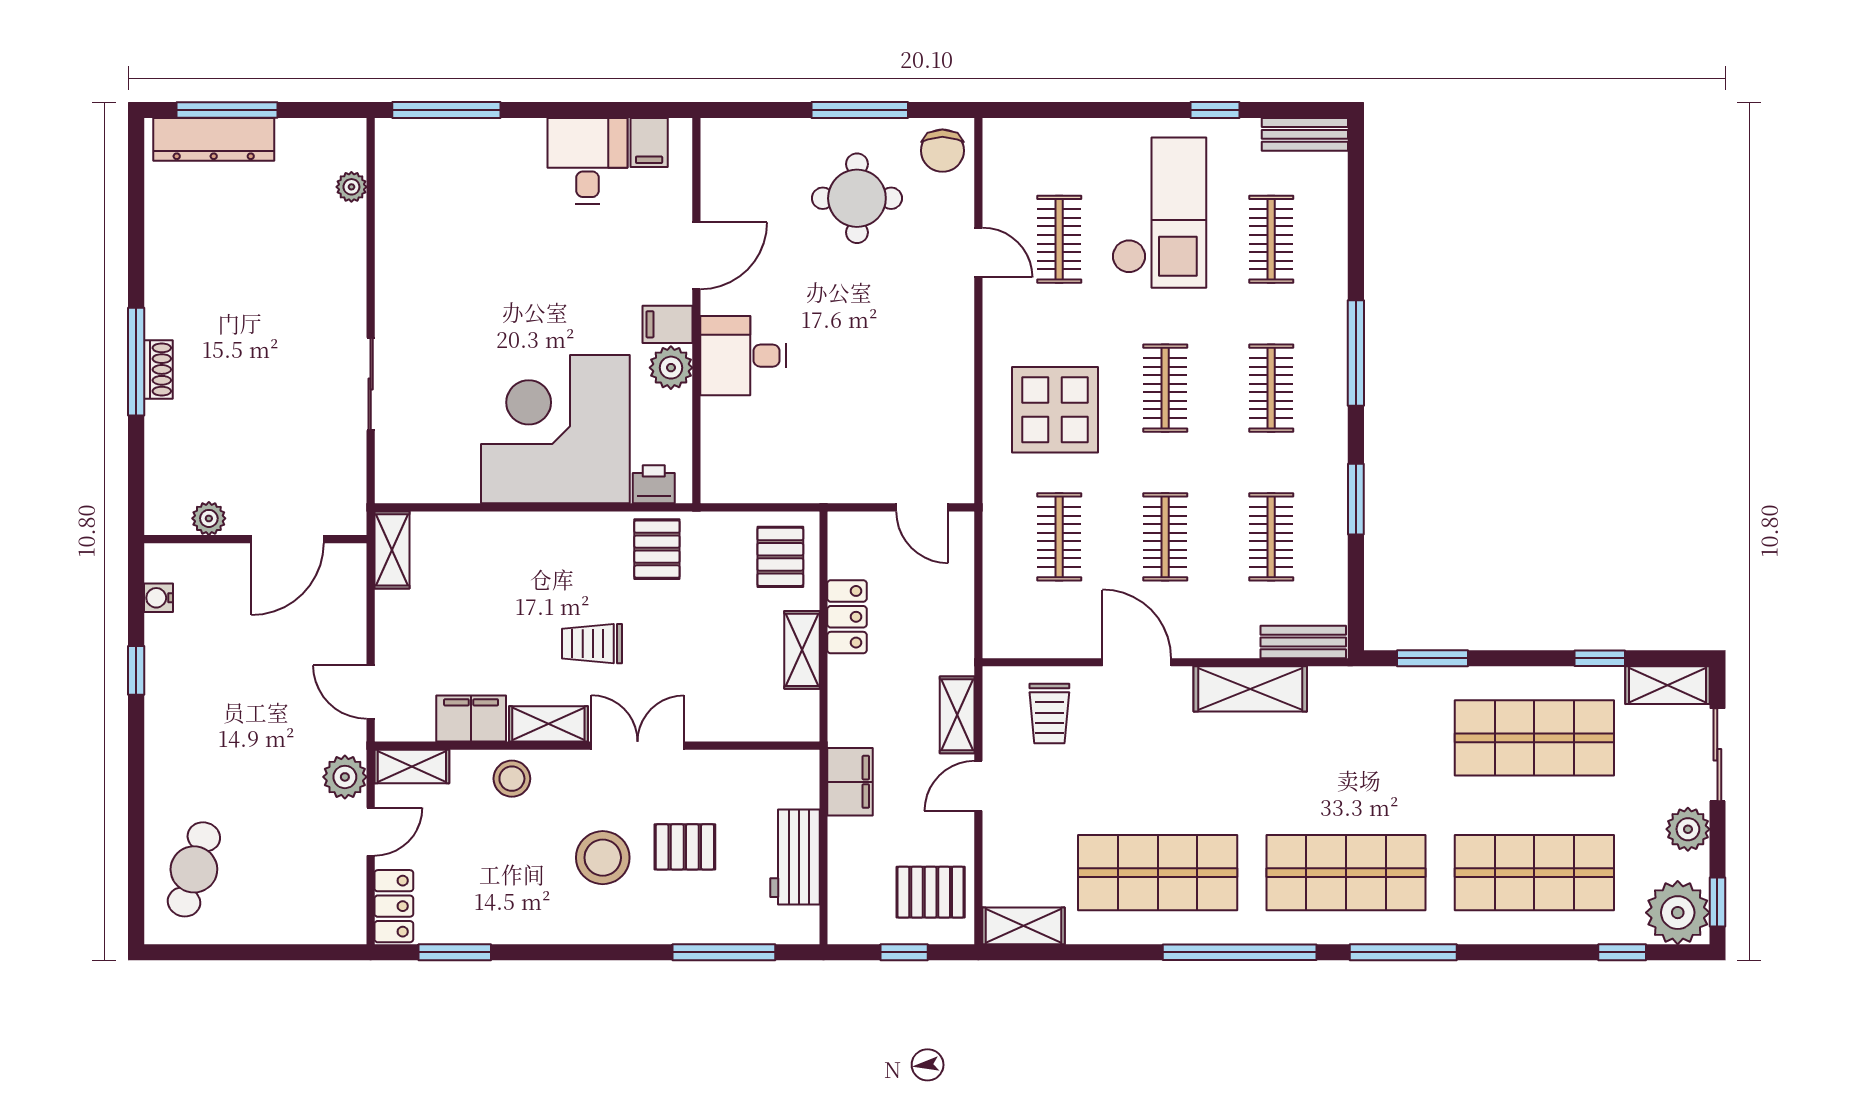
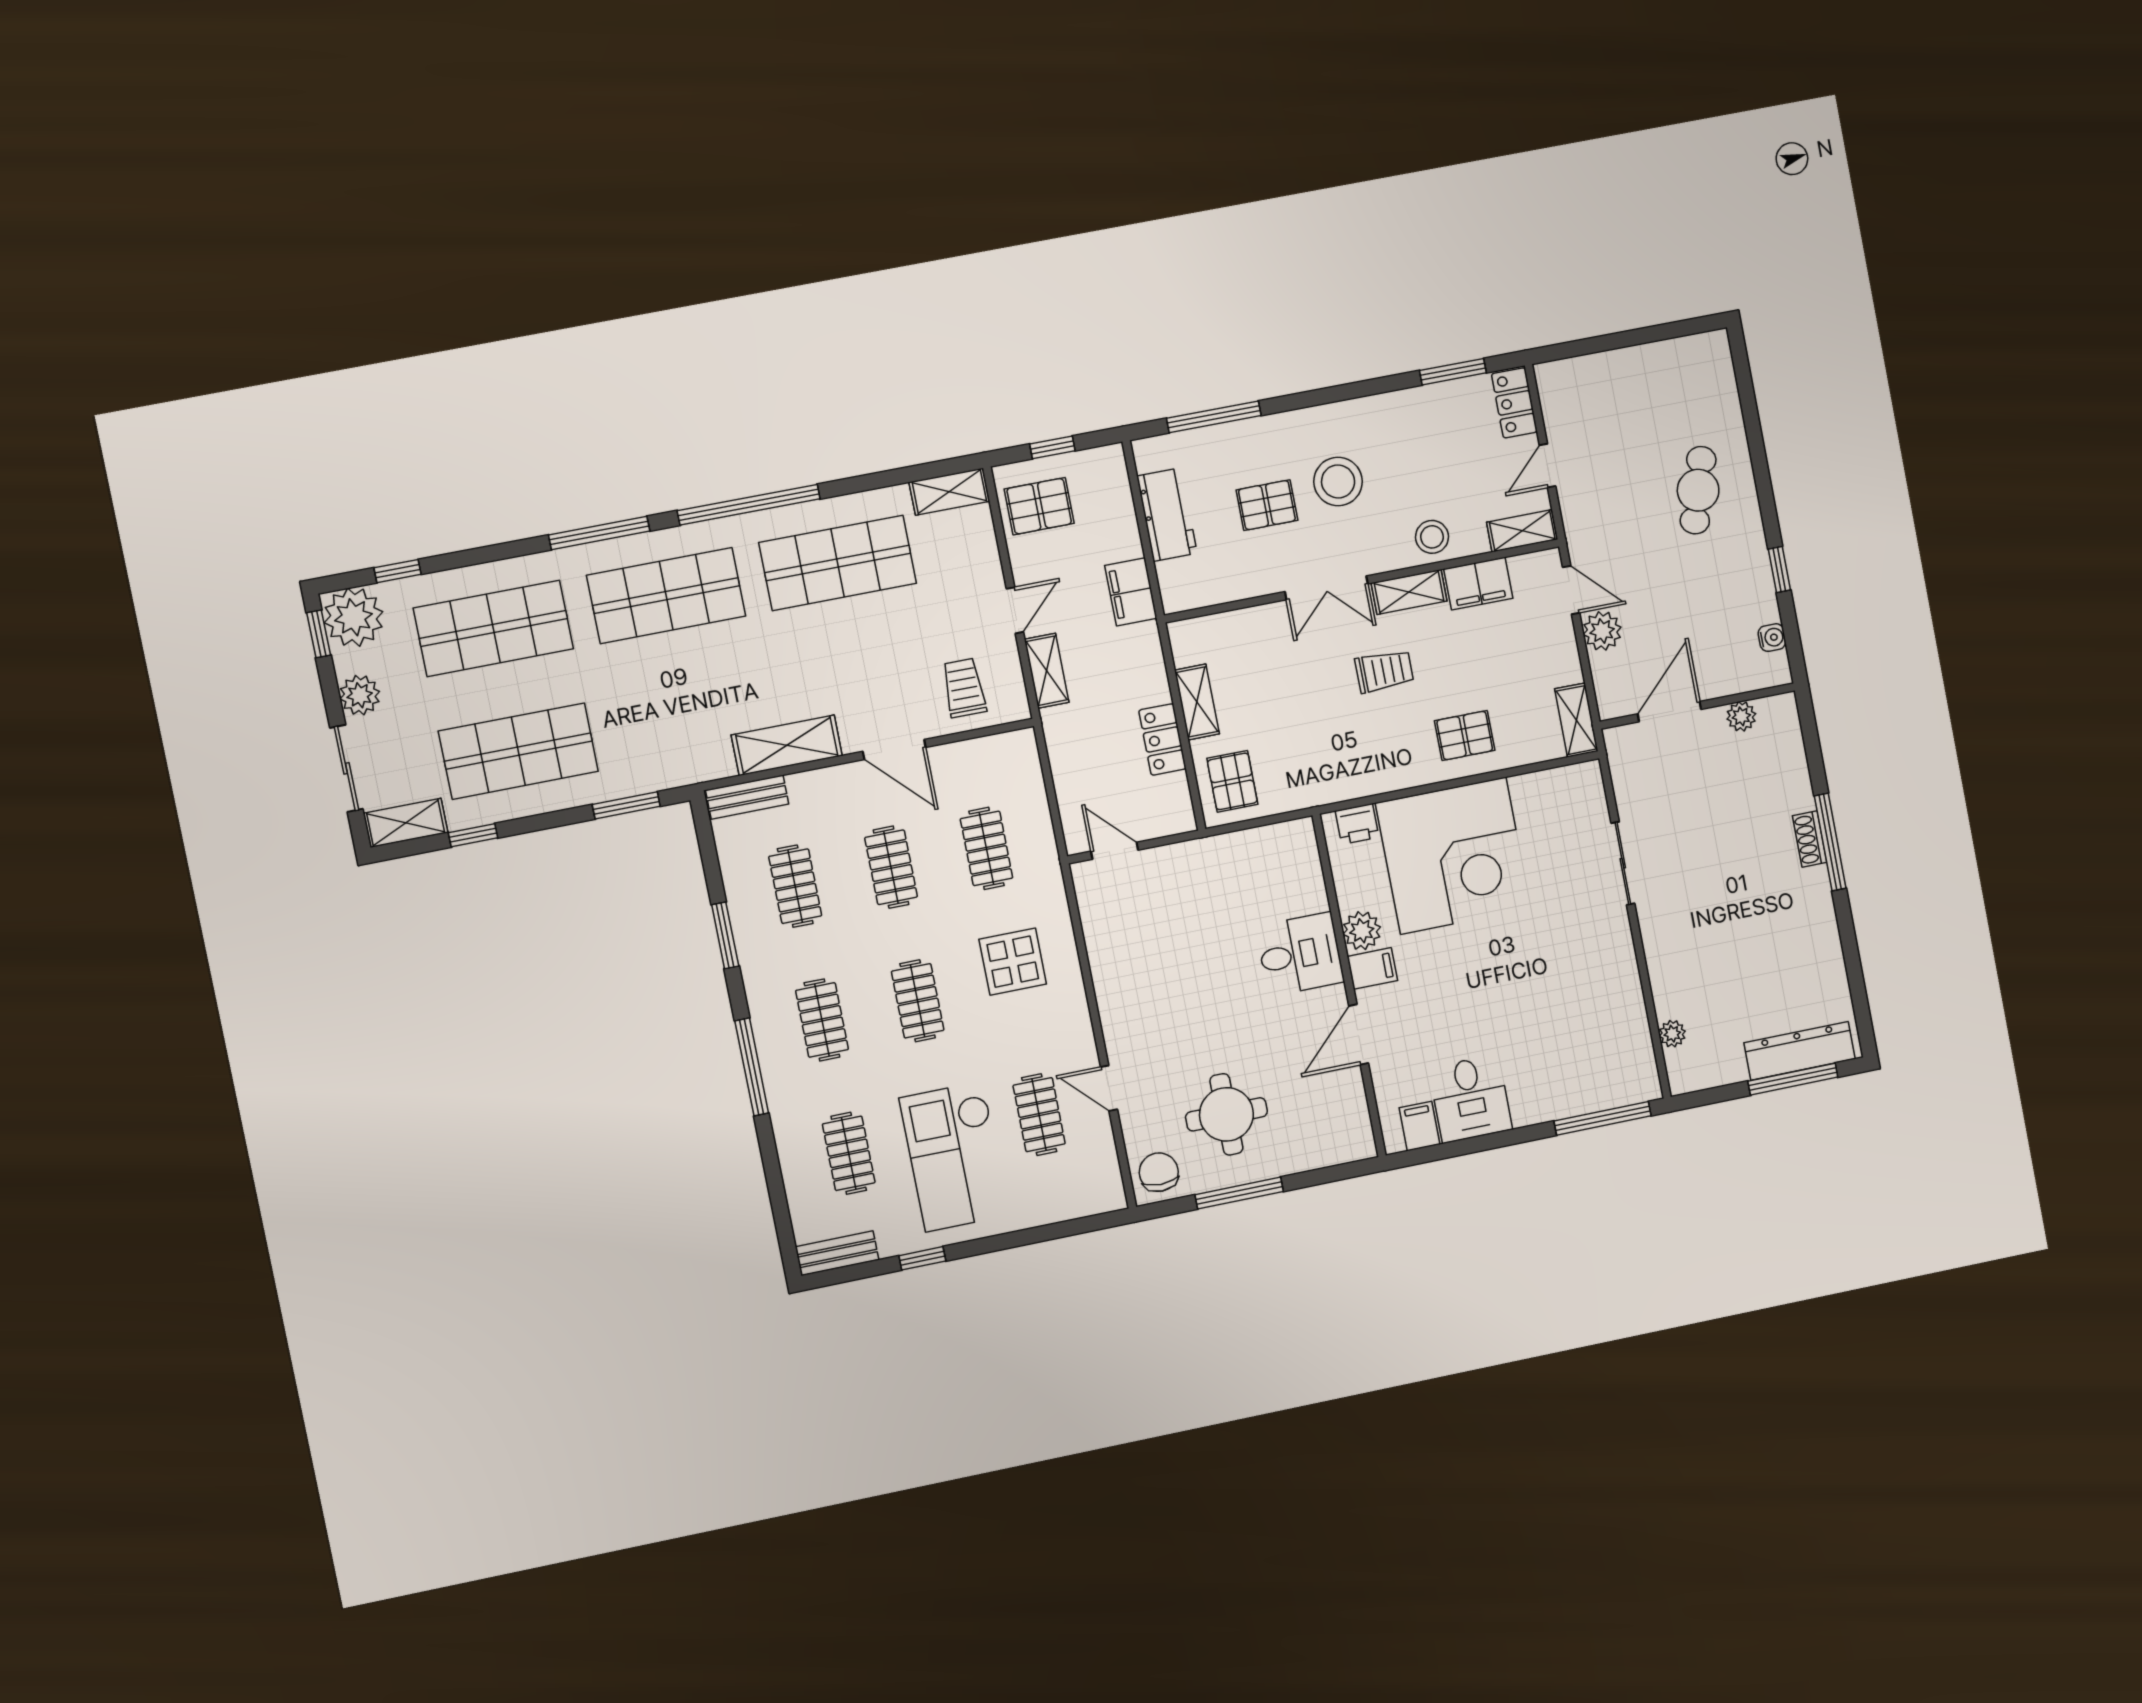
display table: (1055, 410) -> (1013, 962), width x0.73, depth x0.73
pallet: (657, 549) -> (1465, 735), moved, turned 90
plant: (345, 777) -> (1602, 631), moved
cafe table: (194, 869) -> (1698, 490), moved

